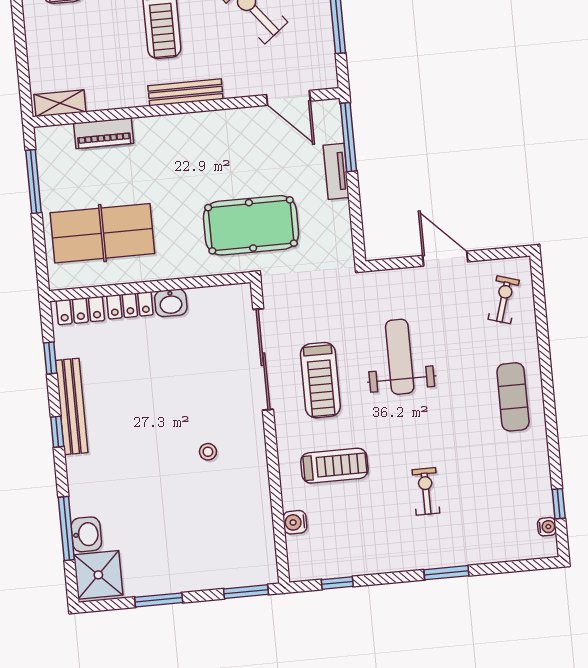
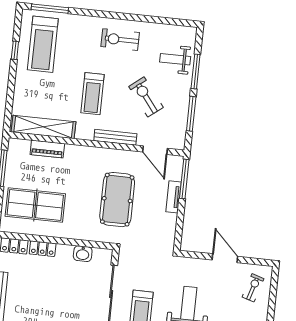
bench: (185, 92) -> (115, 137), moved
shelving: (60, 103) -> (43, 127), width x2.20, depth x1.33
pool table: (251, 225) -> (117, 200), moved, turned 90
washbasin: (171, 303) -> (83, 254), moved

